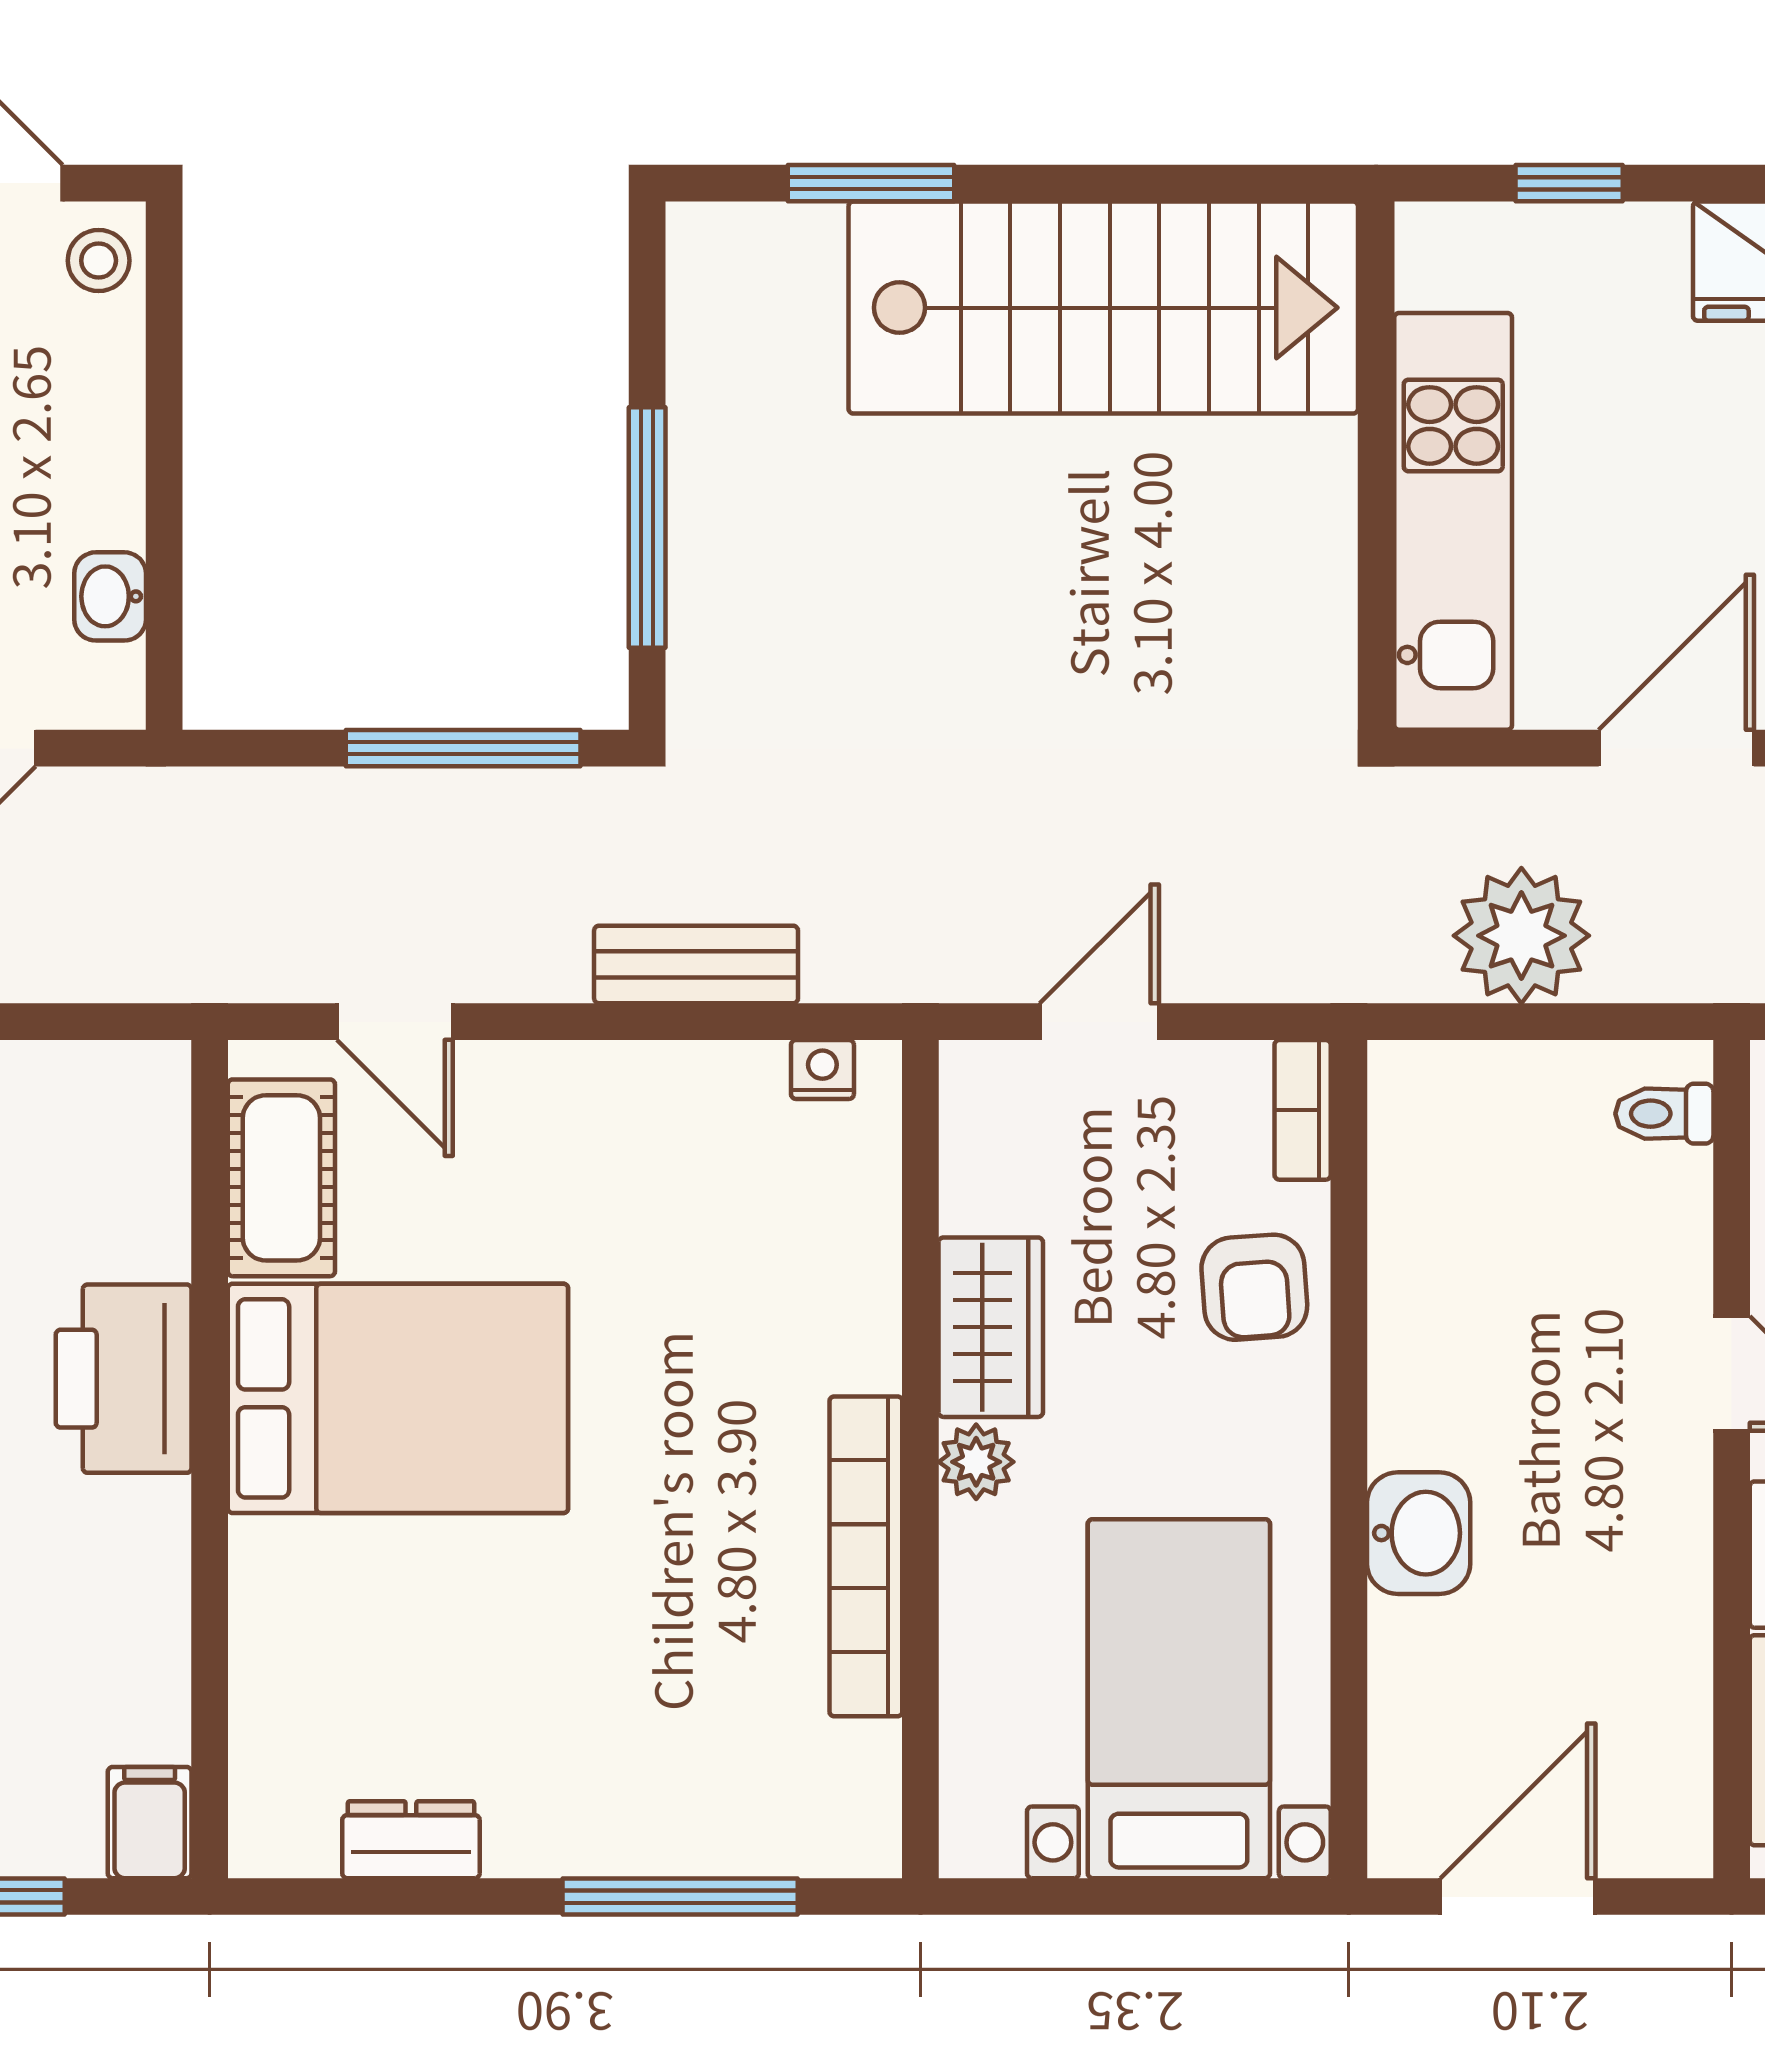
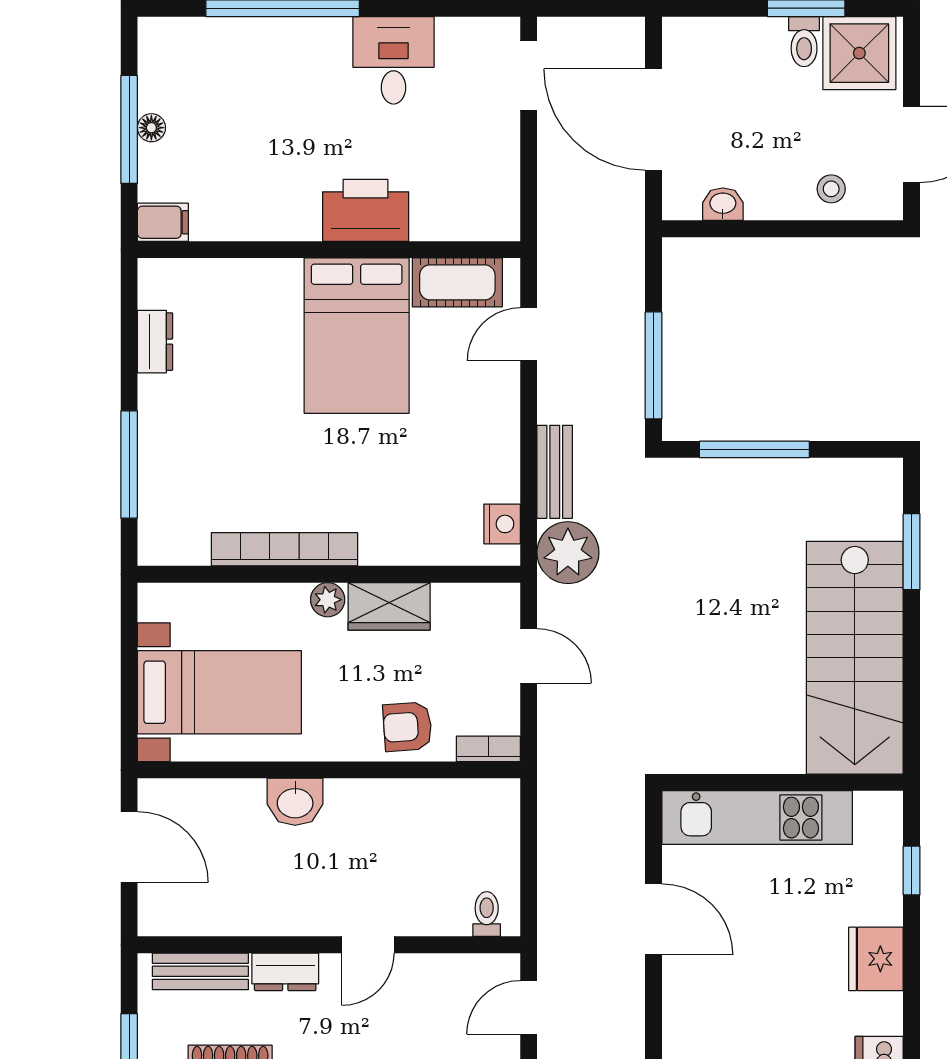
stool: (99, 261) -> (831, 189), moved
plant: (1521, 936) -> (568, 553), moved
nightstand: (822, 1069) -> (502, 524), width x1.39, depth x1.35

